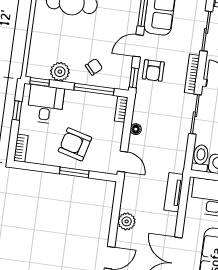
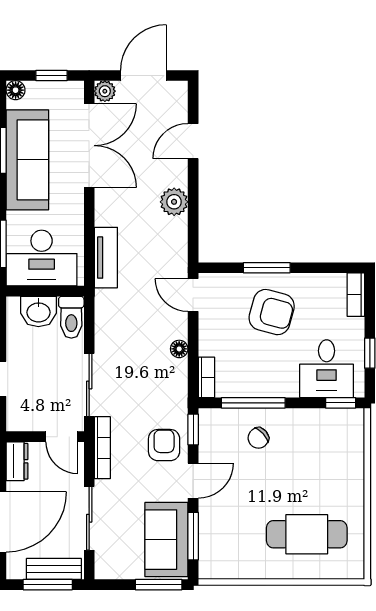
plant: (60, 72) -> (311, 423), removed

